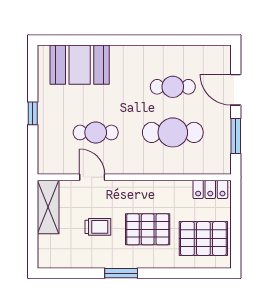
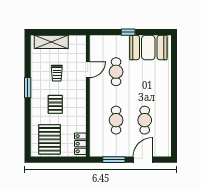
booth: (80, 65) -> (148, 48), moved, turned 90
cafe table: (173, 132) -> (116, 120), width x0.73, depth x0.74
shelving: (48, 207) -> (51, 42), moved
pallet: (148, 229) -> (55, 104), width x0.67, depth x0.71

